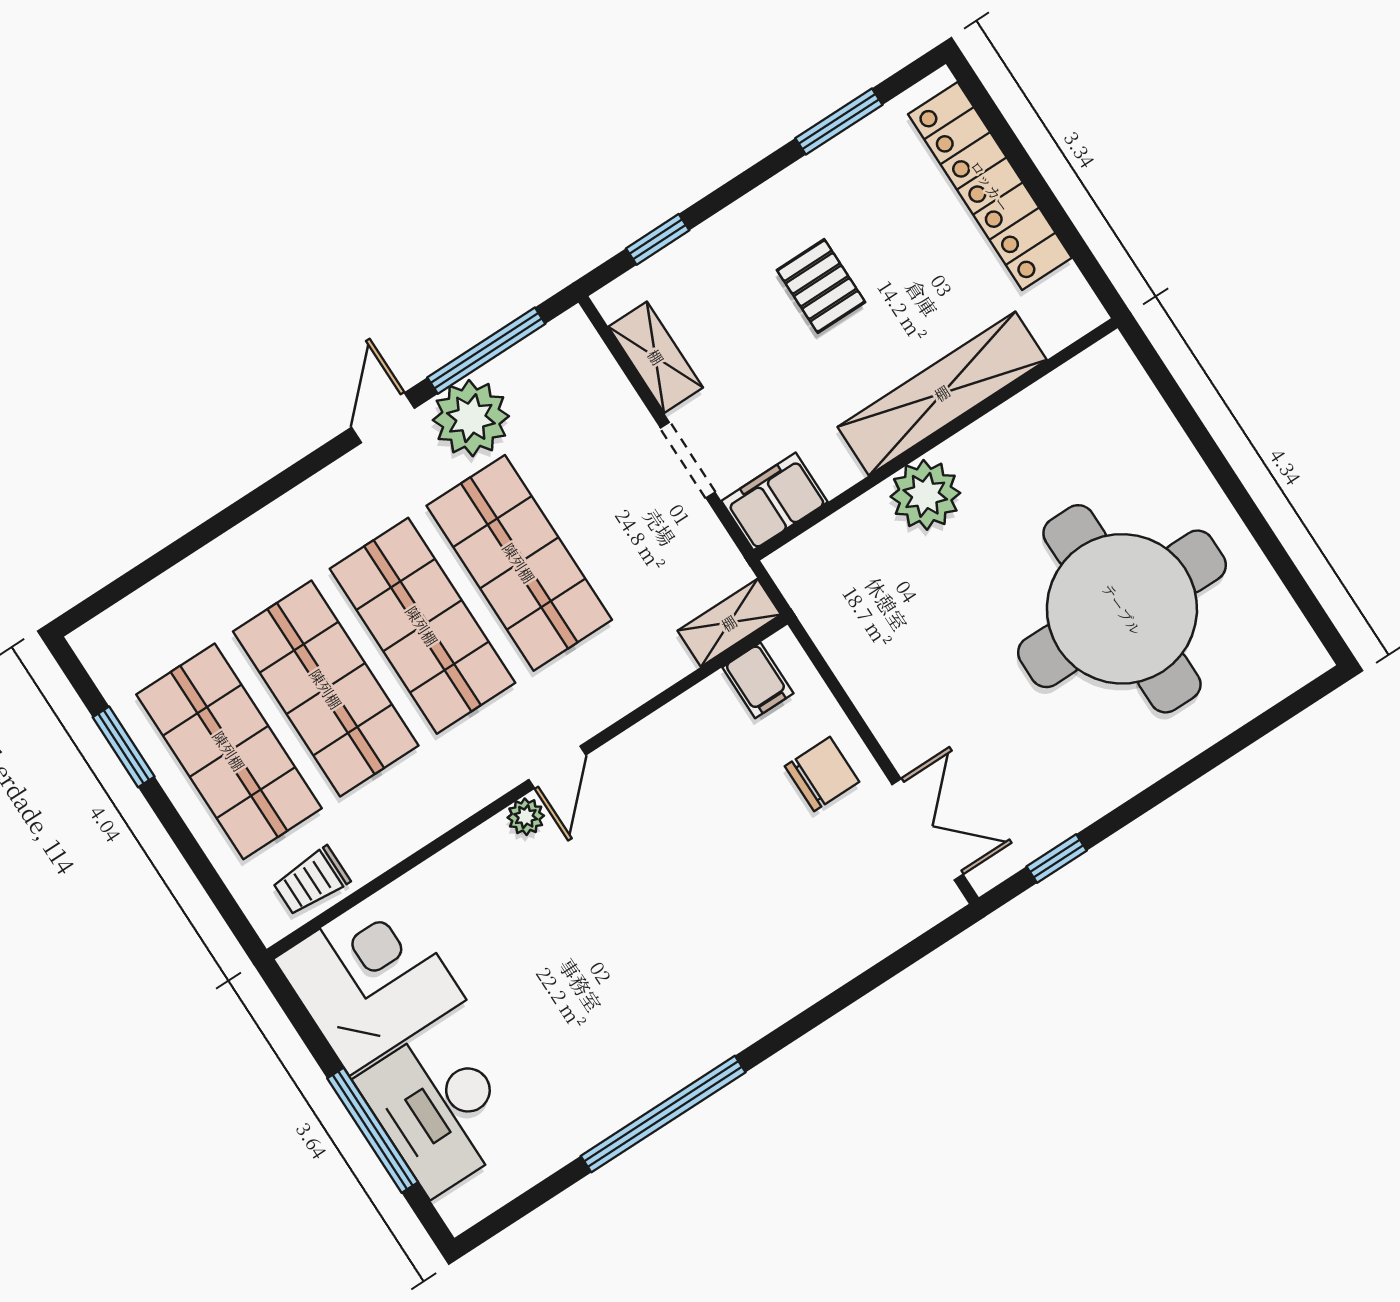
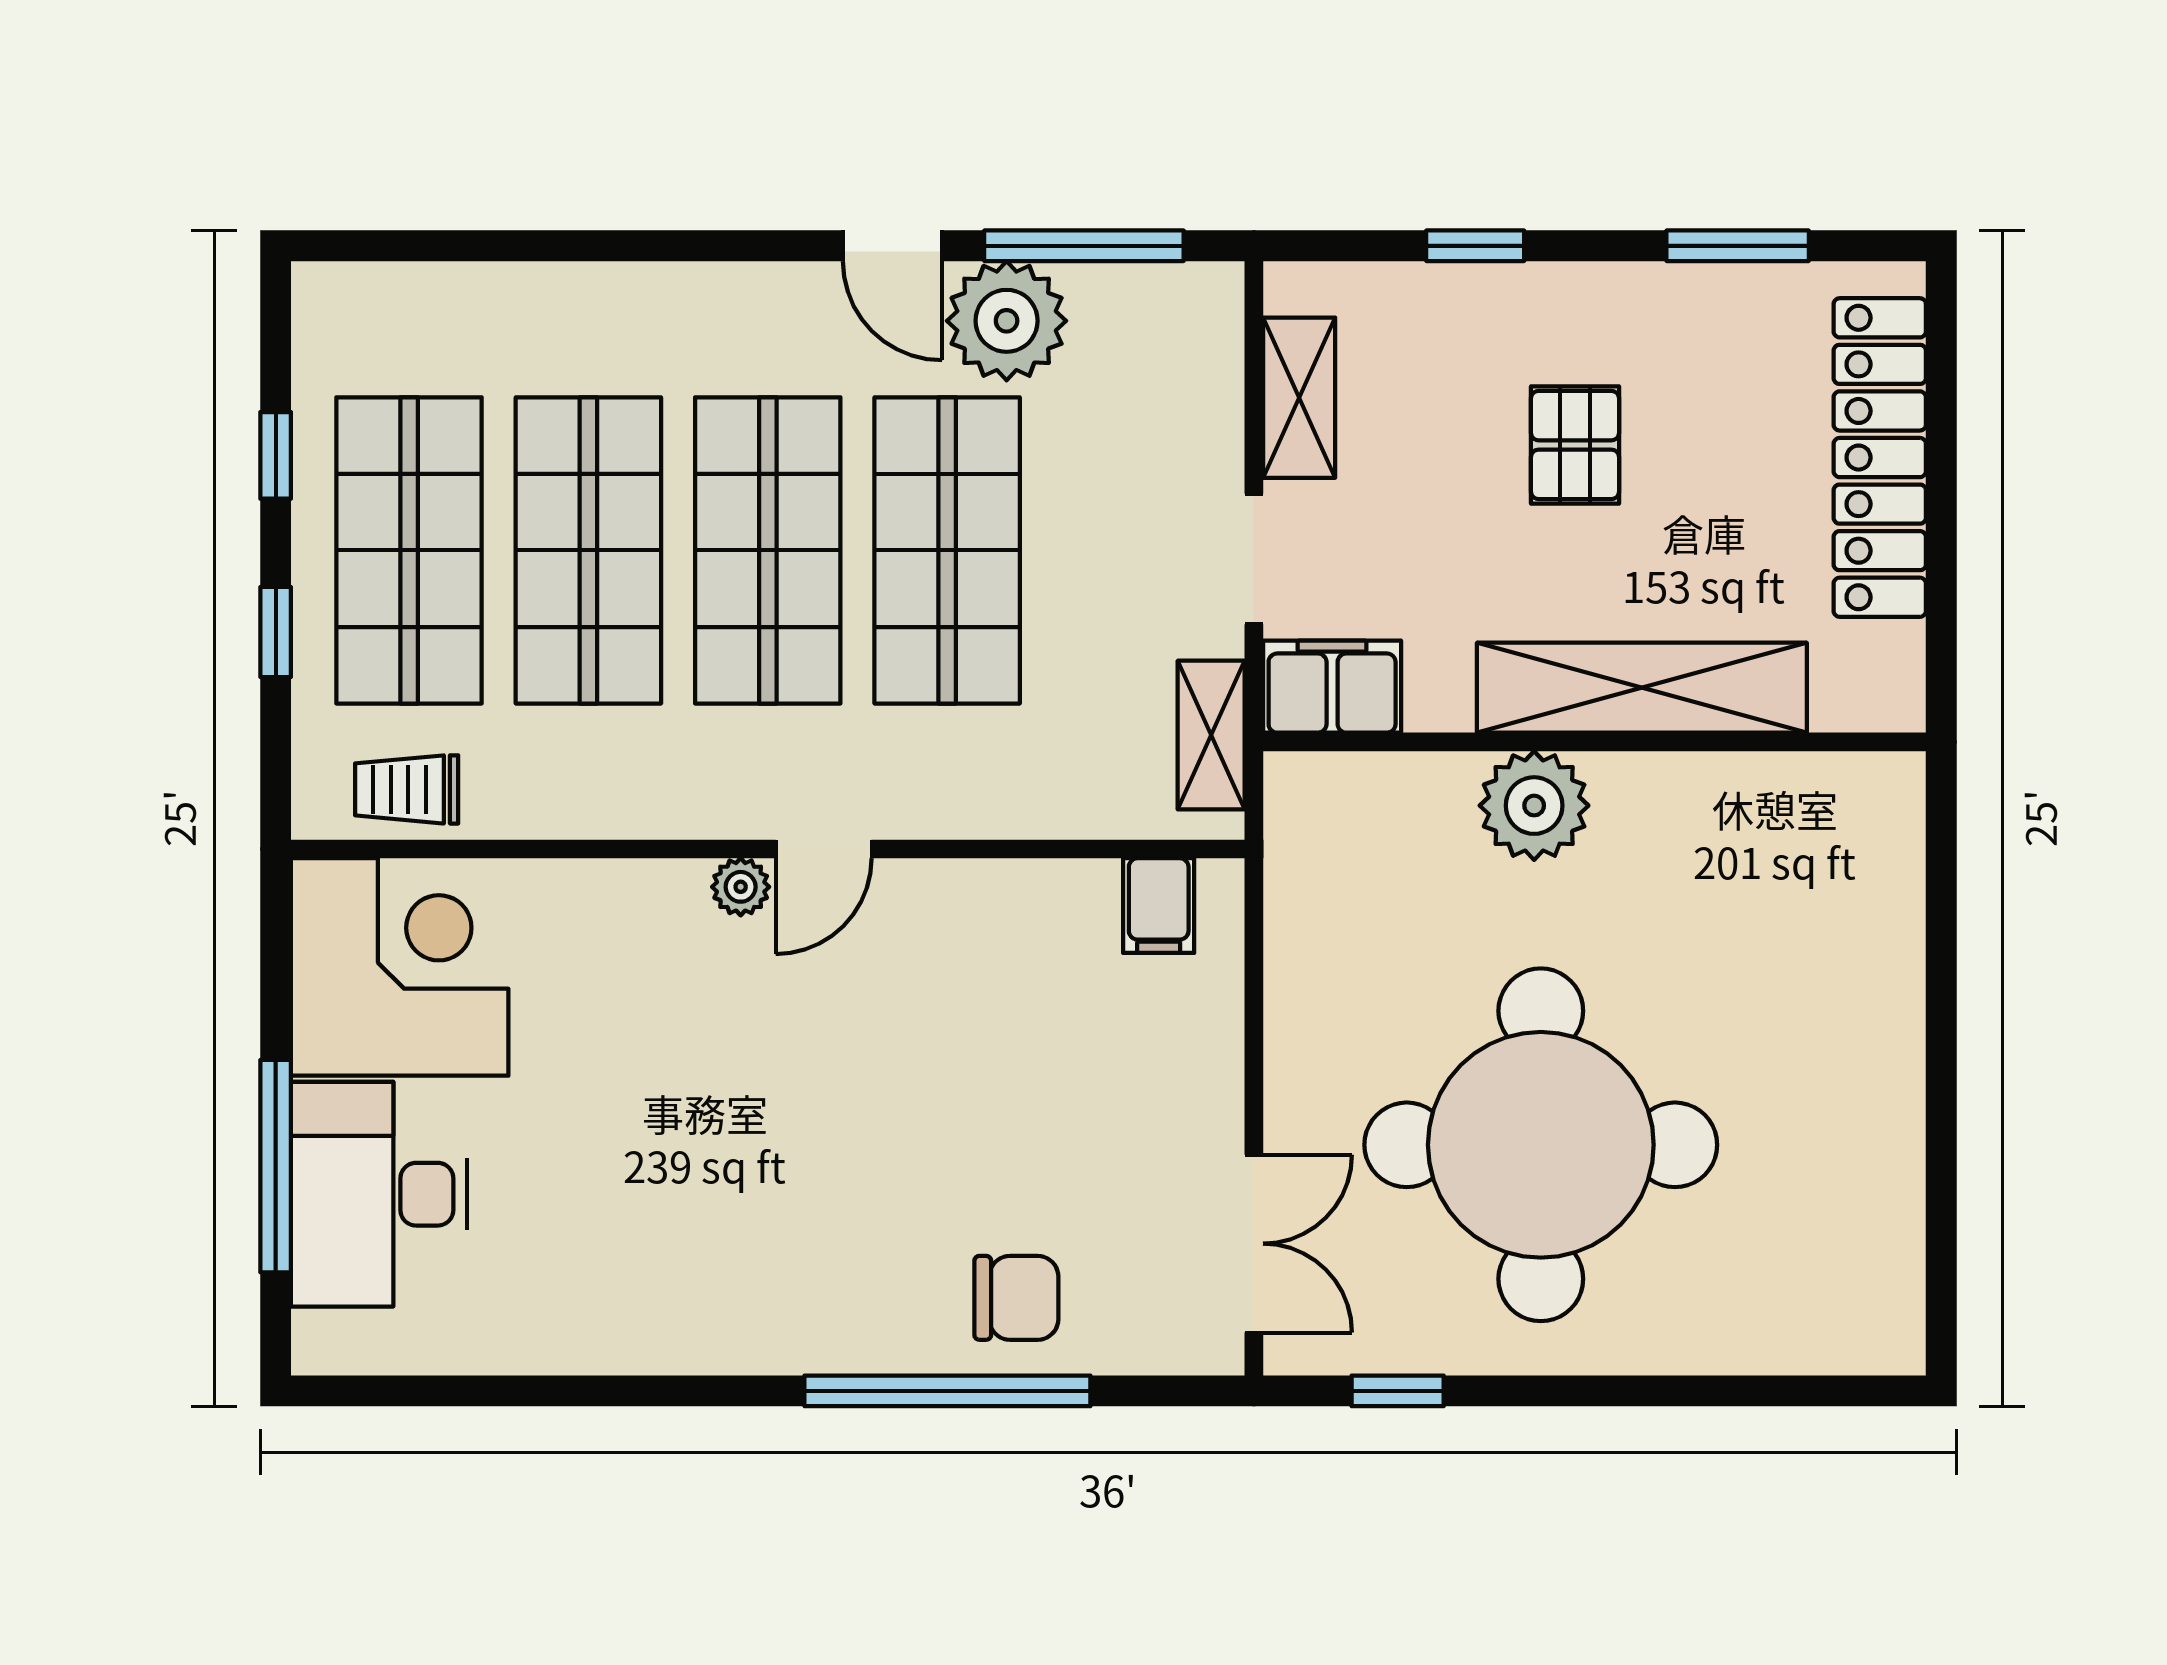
window: (658, 239) -> (1475, 246), moved
door: (383, 418) -> (892, 246), swing flipped
round table: (1122, 609) -> (1541, 1145), moved
shelving: (729, 623) -> (1211, 735), moved, turned 90
window: (124, 747) -> (276, 455), width x0.67
chair: (822, 774) -> (1016, 1298), moved
window: (186, 842) -> (276, 632), added
window: (663, 1114) -> (947, 1391), moved

